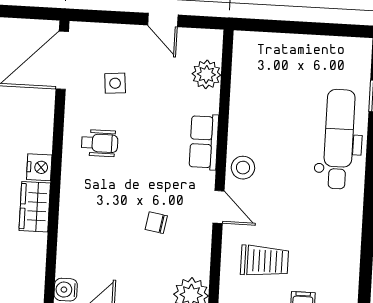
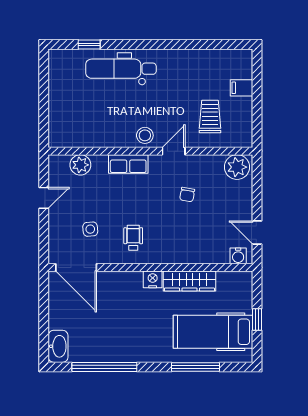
wardrobe: (35, 207) -> (189, 281), width x1.50

